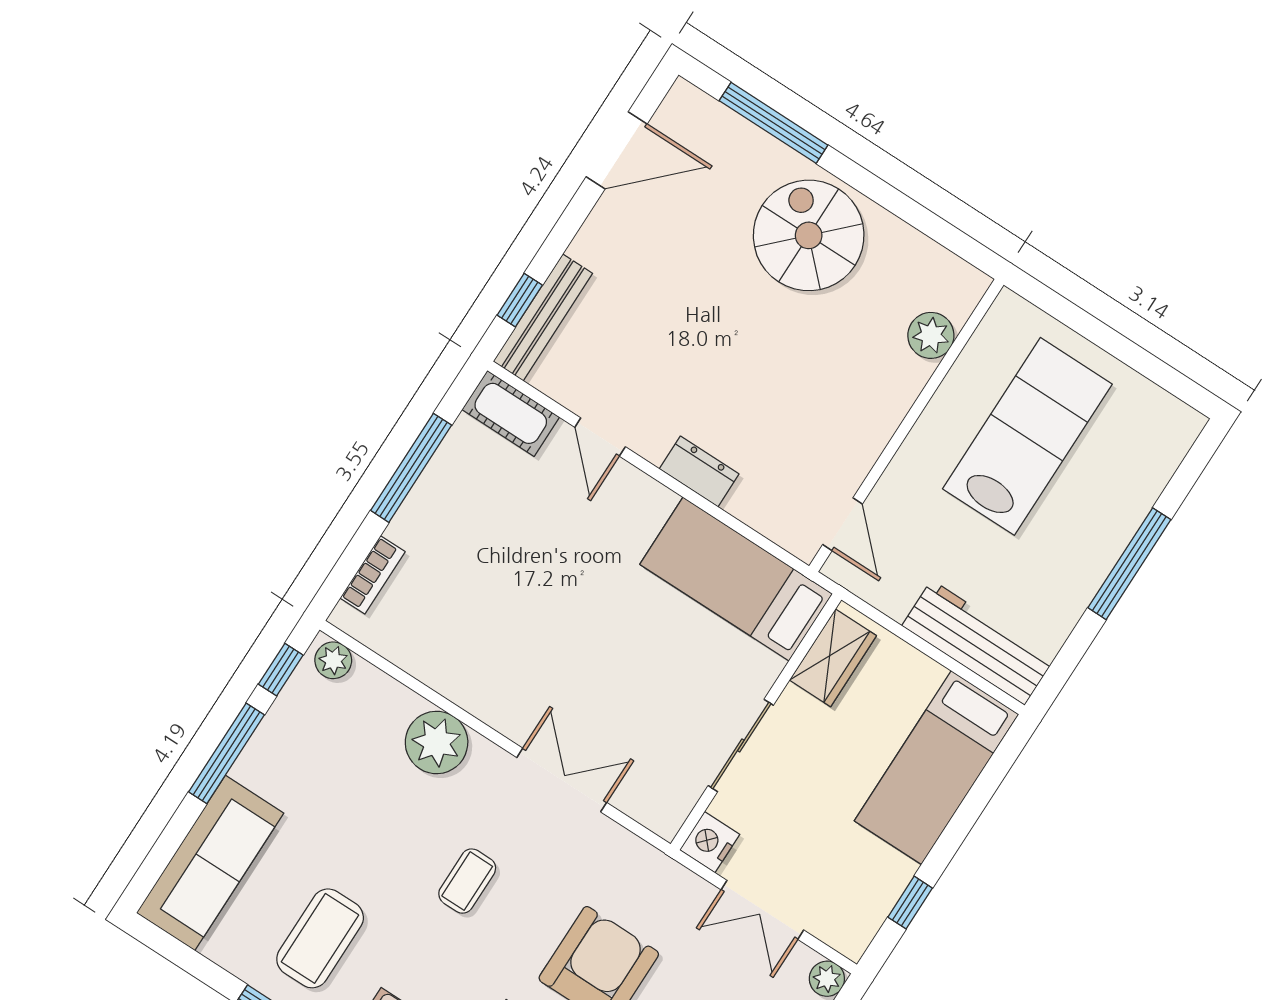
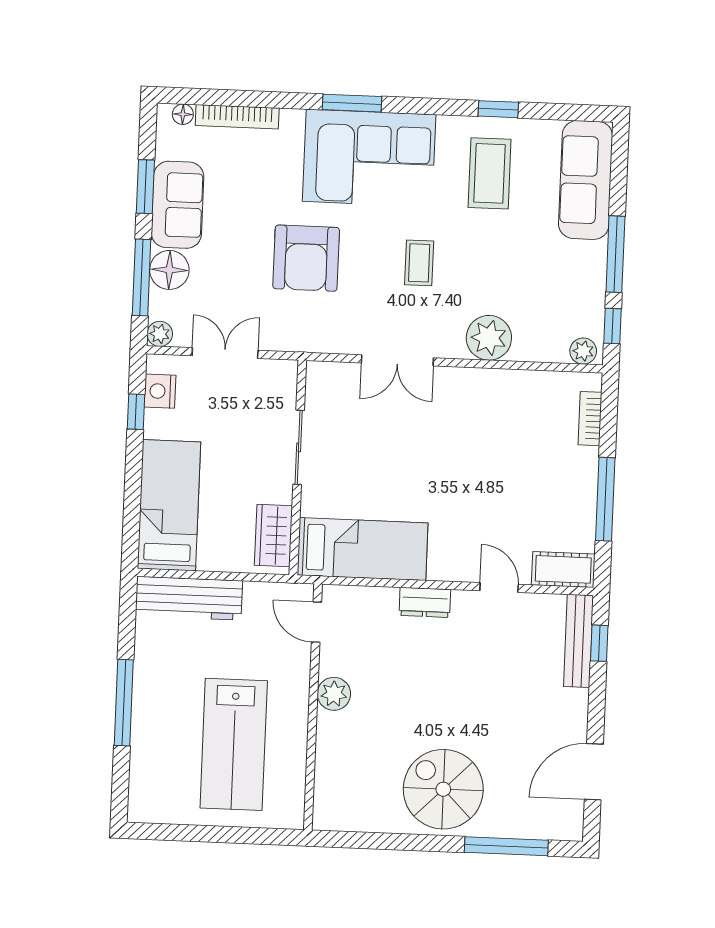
spiral stairs: (809, 235) -> (443, 789), turned 180
plant: (931, 335) -> (334, 694), moved
nightstand: (710, 842) -> (160, 391), moved, turned 180

